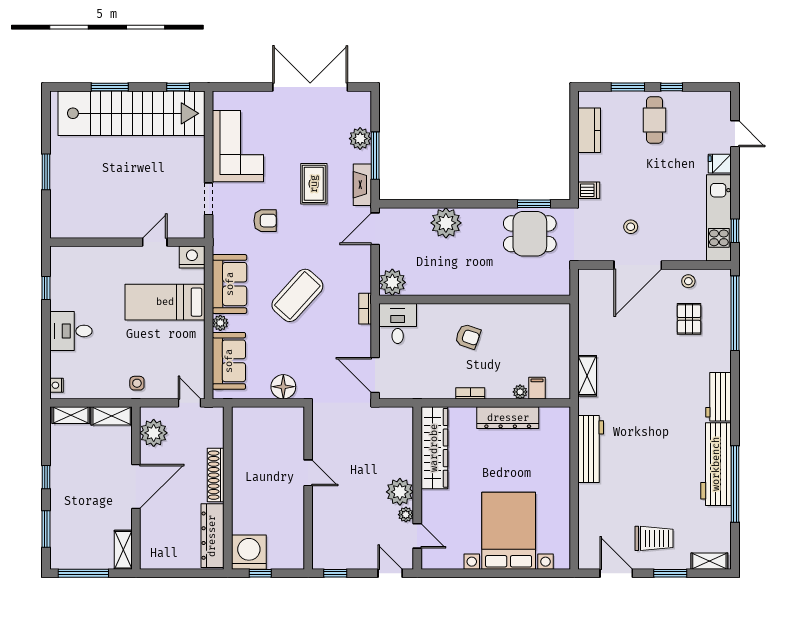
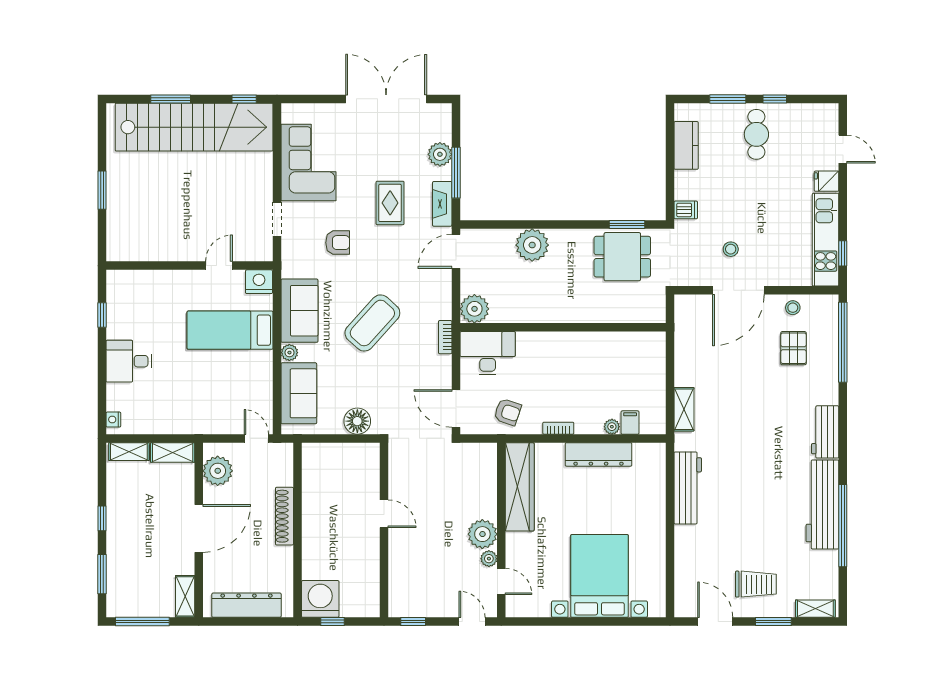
desk: (398, 323) -> (488, 353), width x1.37
armchair: (468, 337) -> (508, 412), moved
side table: (137, 383) -> (200, 417), removed
dresser: (212, 536) -> (246, 605), moved, turned 90

